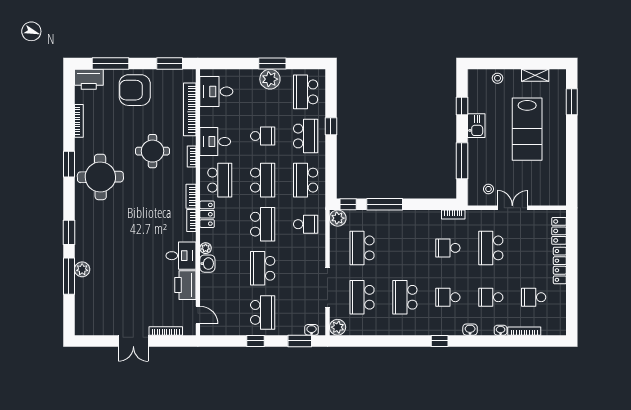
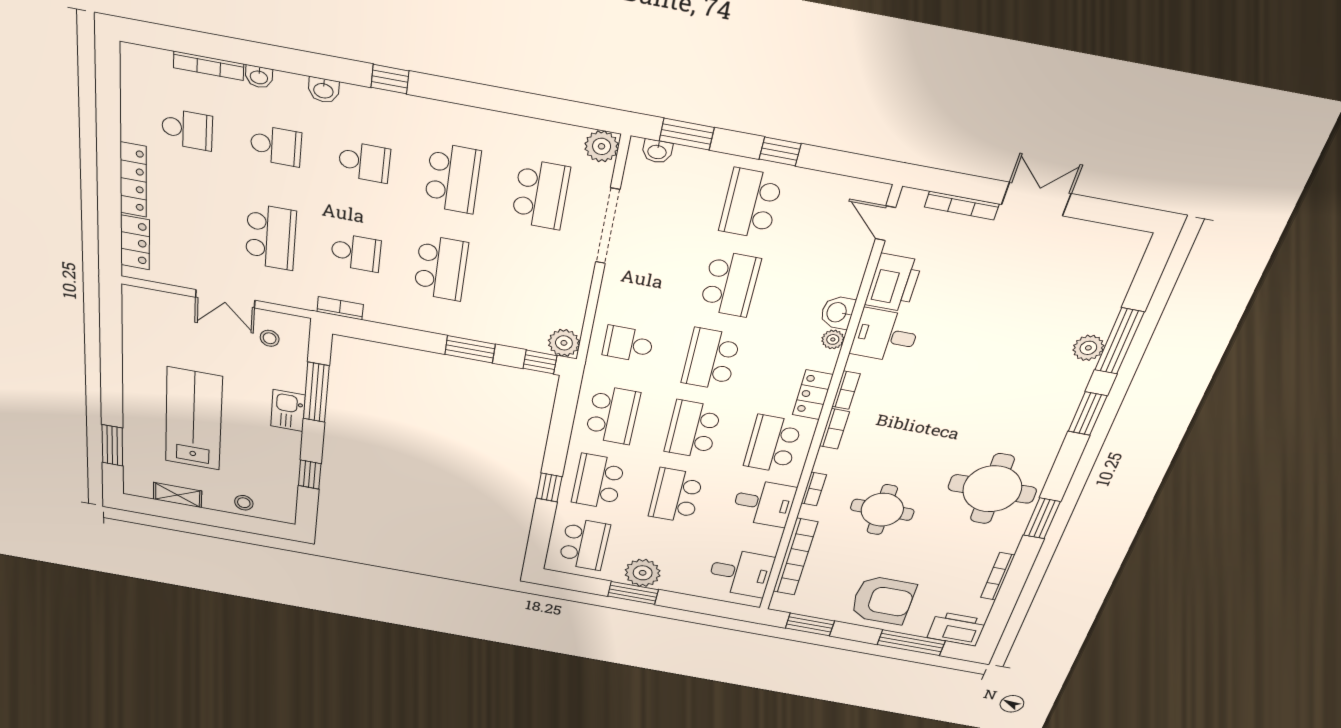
kitchen sink: (476, 126) -> (288, 411), moved
school desk: (263, 136) -> (676, 496), width x1.85
window: (385, 204) -> (470, 349), width x0.69
school desk: (362, 248) -> (441, 268), moved

